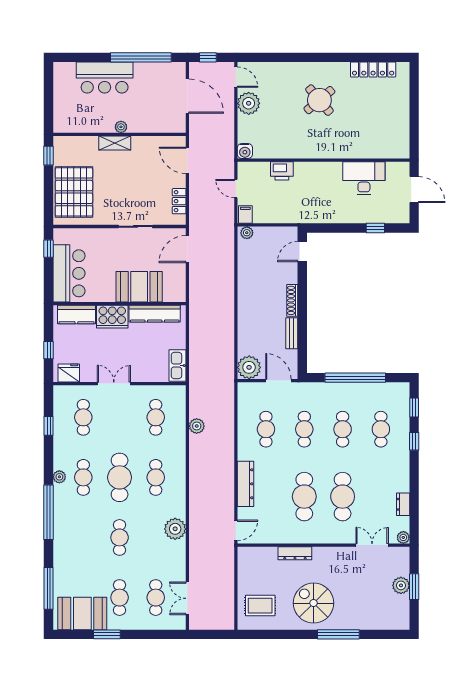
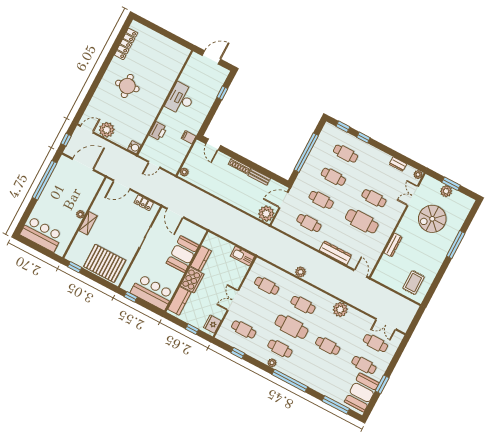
bar counter: (105, 78) -> (42, 234), moved, turned -90
round table: (319, 100) -> (127, 86), turned 31
desk: (364, 178) -> (181, 99), moved
filing cabinet: (245, 215) -> (189, 137), moved
kitchen counter: (155, 314) -> (201, 259), width x0.67
plant: (197, 426) -> (301, 272), moved
cafe table: (343, 497) -> (374, 198), width x0.73, depth x0.74
spiral stairs: (314, 603) -> (432, 219), moved

